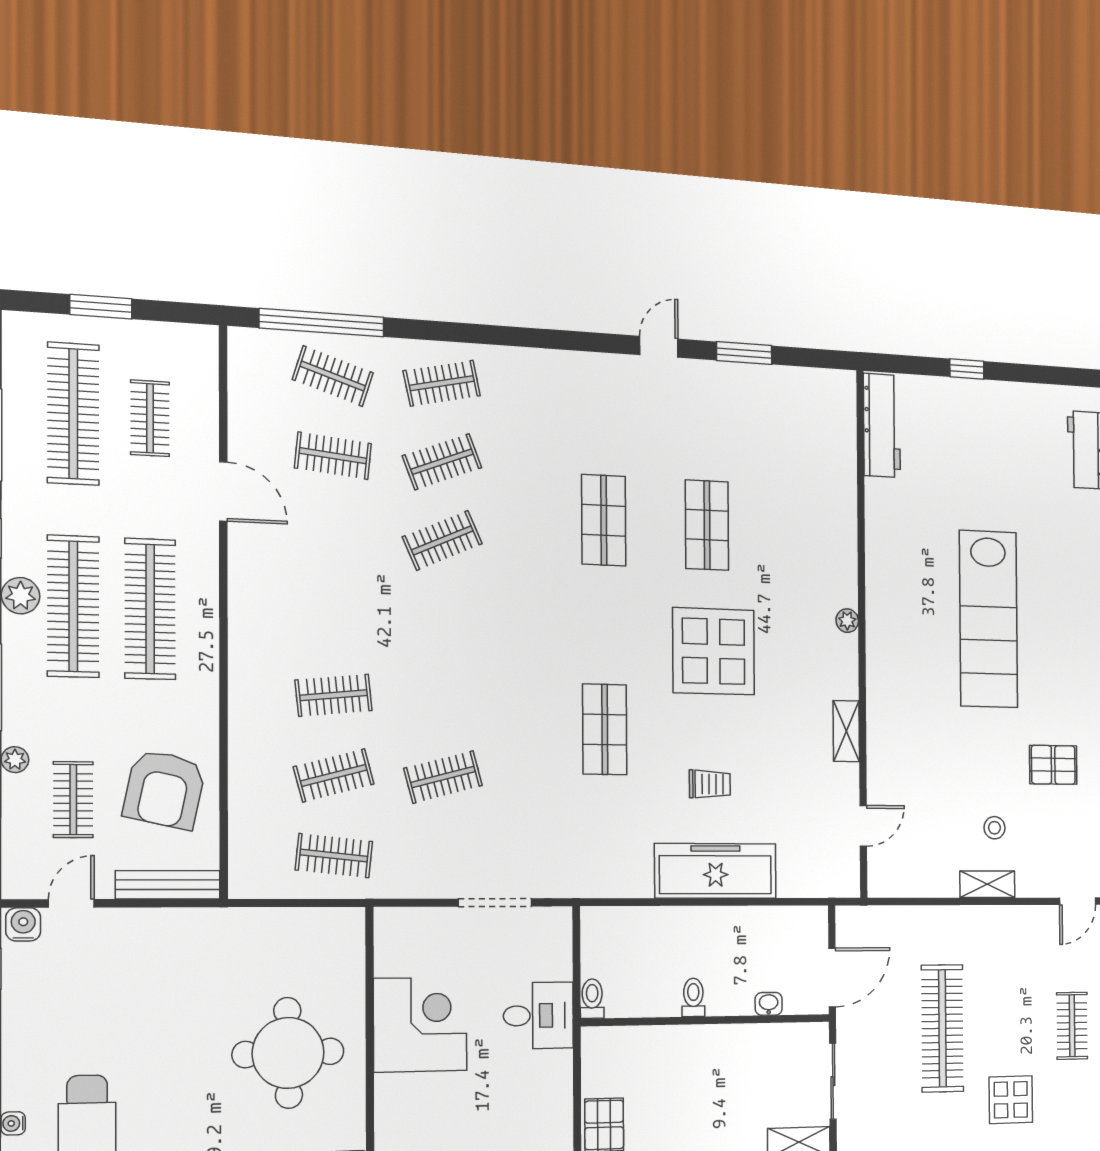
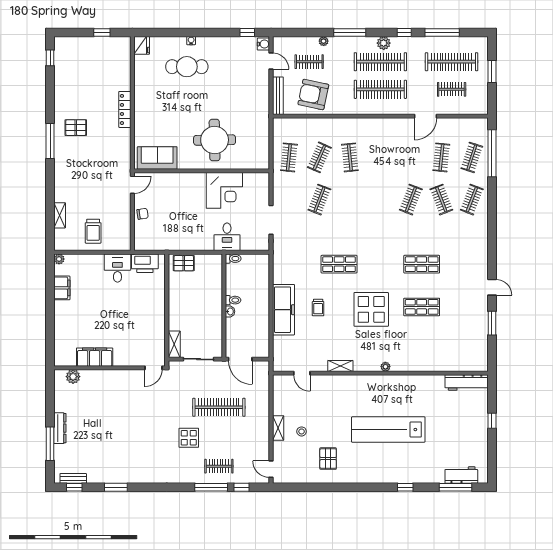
clothes rail: (442, 383) -> (472, 200), turned 33
clothes rail: (442, 540) -> (411, 200), turned 45
clothes rail: (334, 775) -> (319, 157), turned 39
clothes rail: (443, 777) -> (319, 200), turned 36
washbasin: (769, 1004) -> (230, 311), moved

